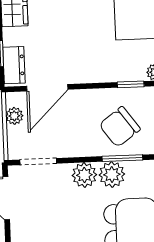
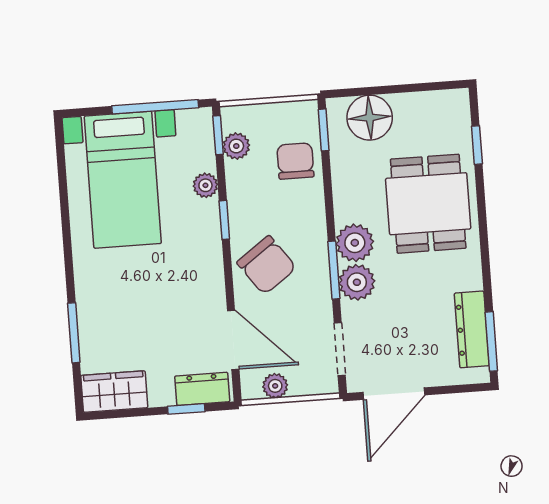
chair: (120, 127) -> (267, 265), moved
window: (122, 158) -> (334, 270), moved

